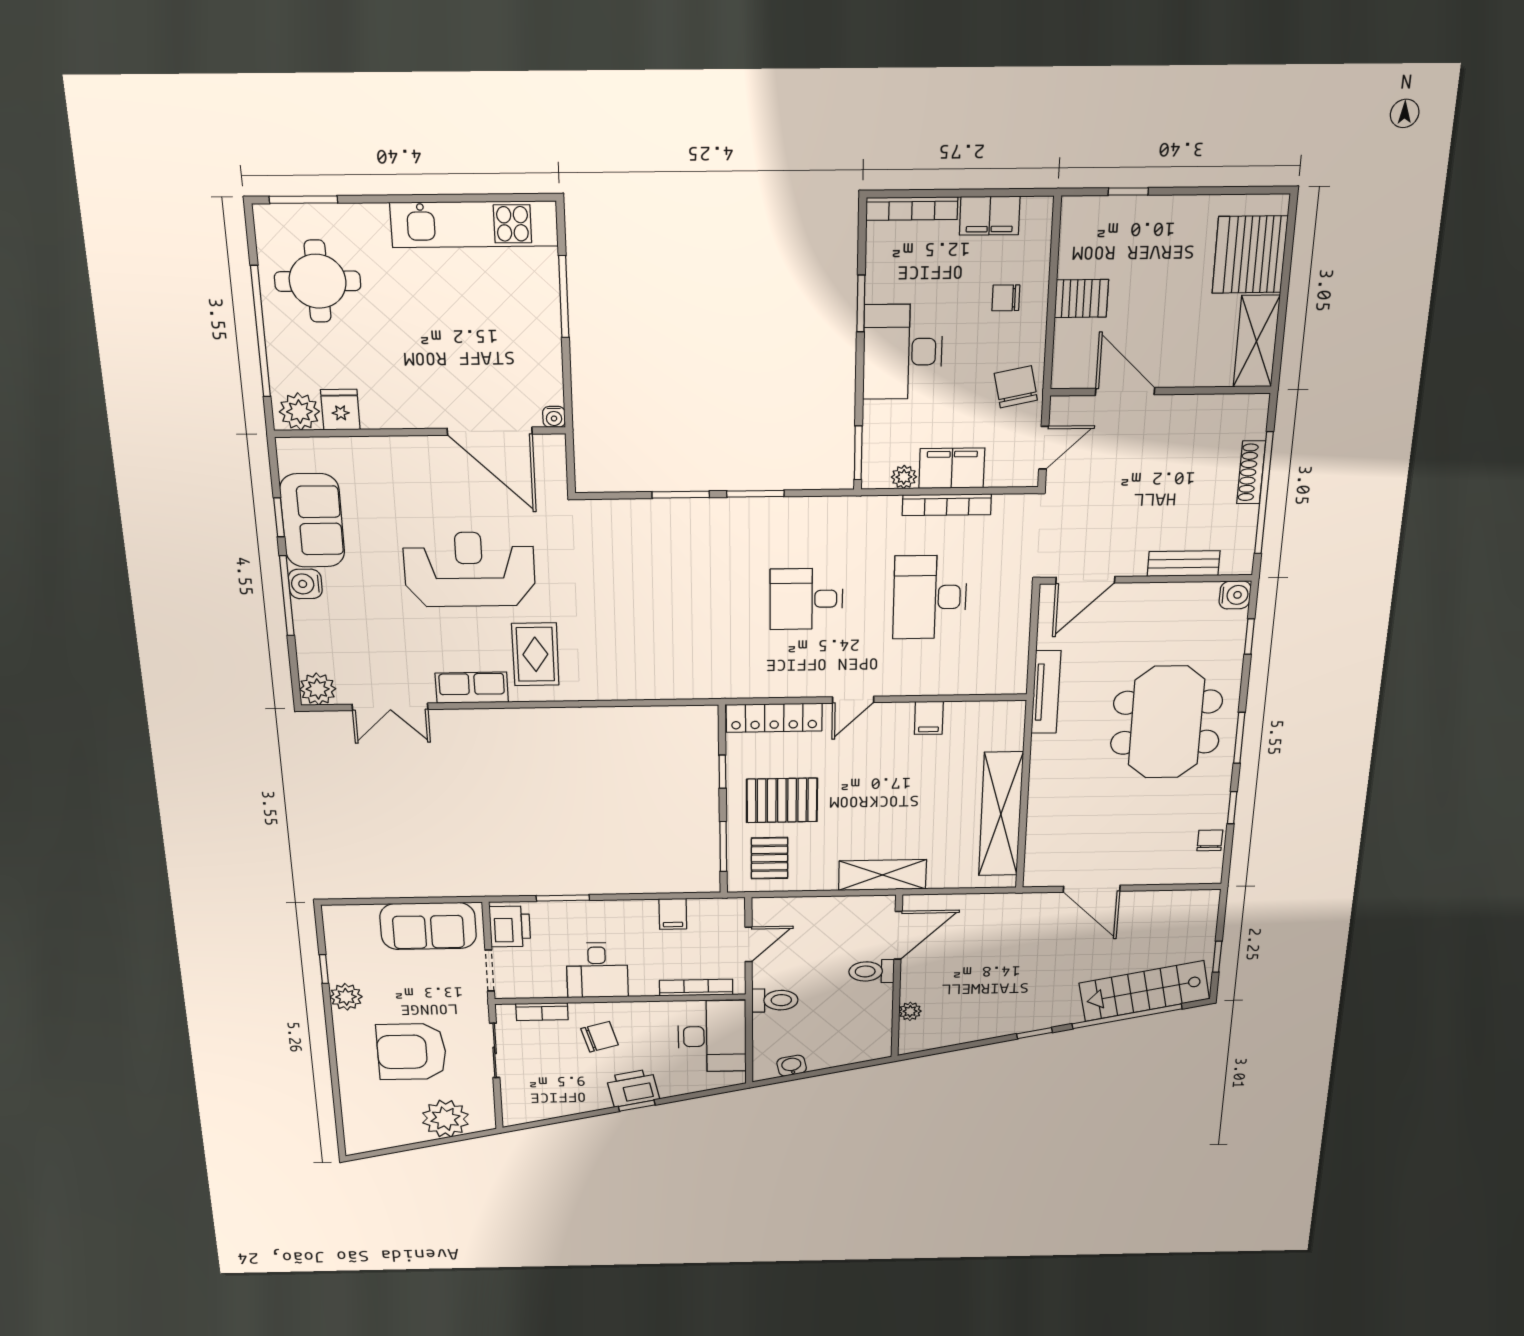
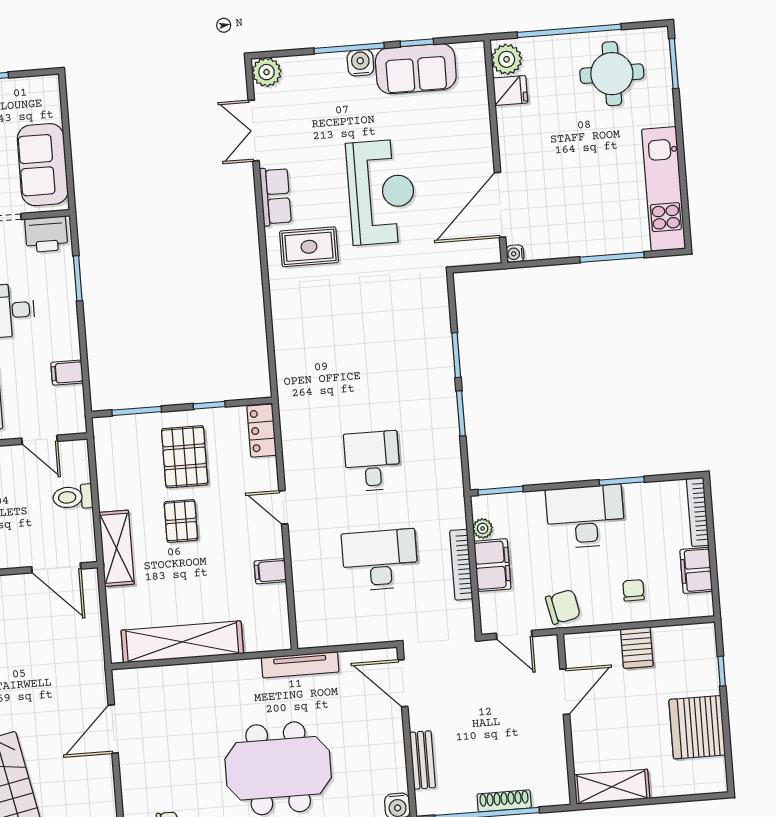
server rack: (1250, 255) -> (697, 727), moved, turned -90
locker: (774, 718) -> (262, 431), width x0.66
pallet: (770, 858) -> (181, 521), moved, turned 90
toilet: (871, 971) -> (73, 497), moved, turned -90

